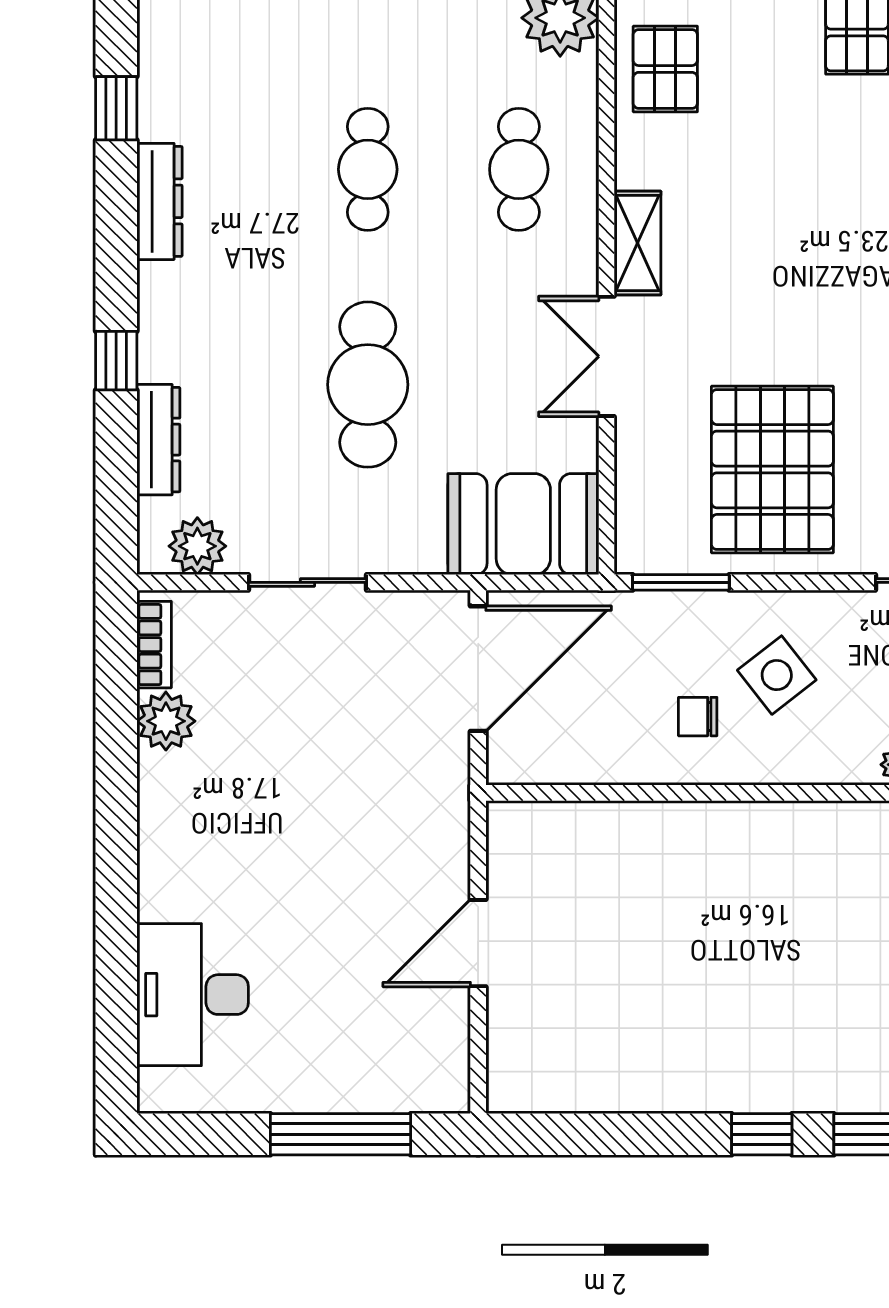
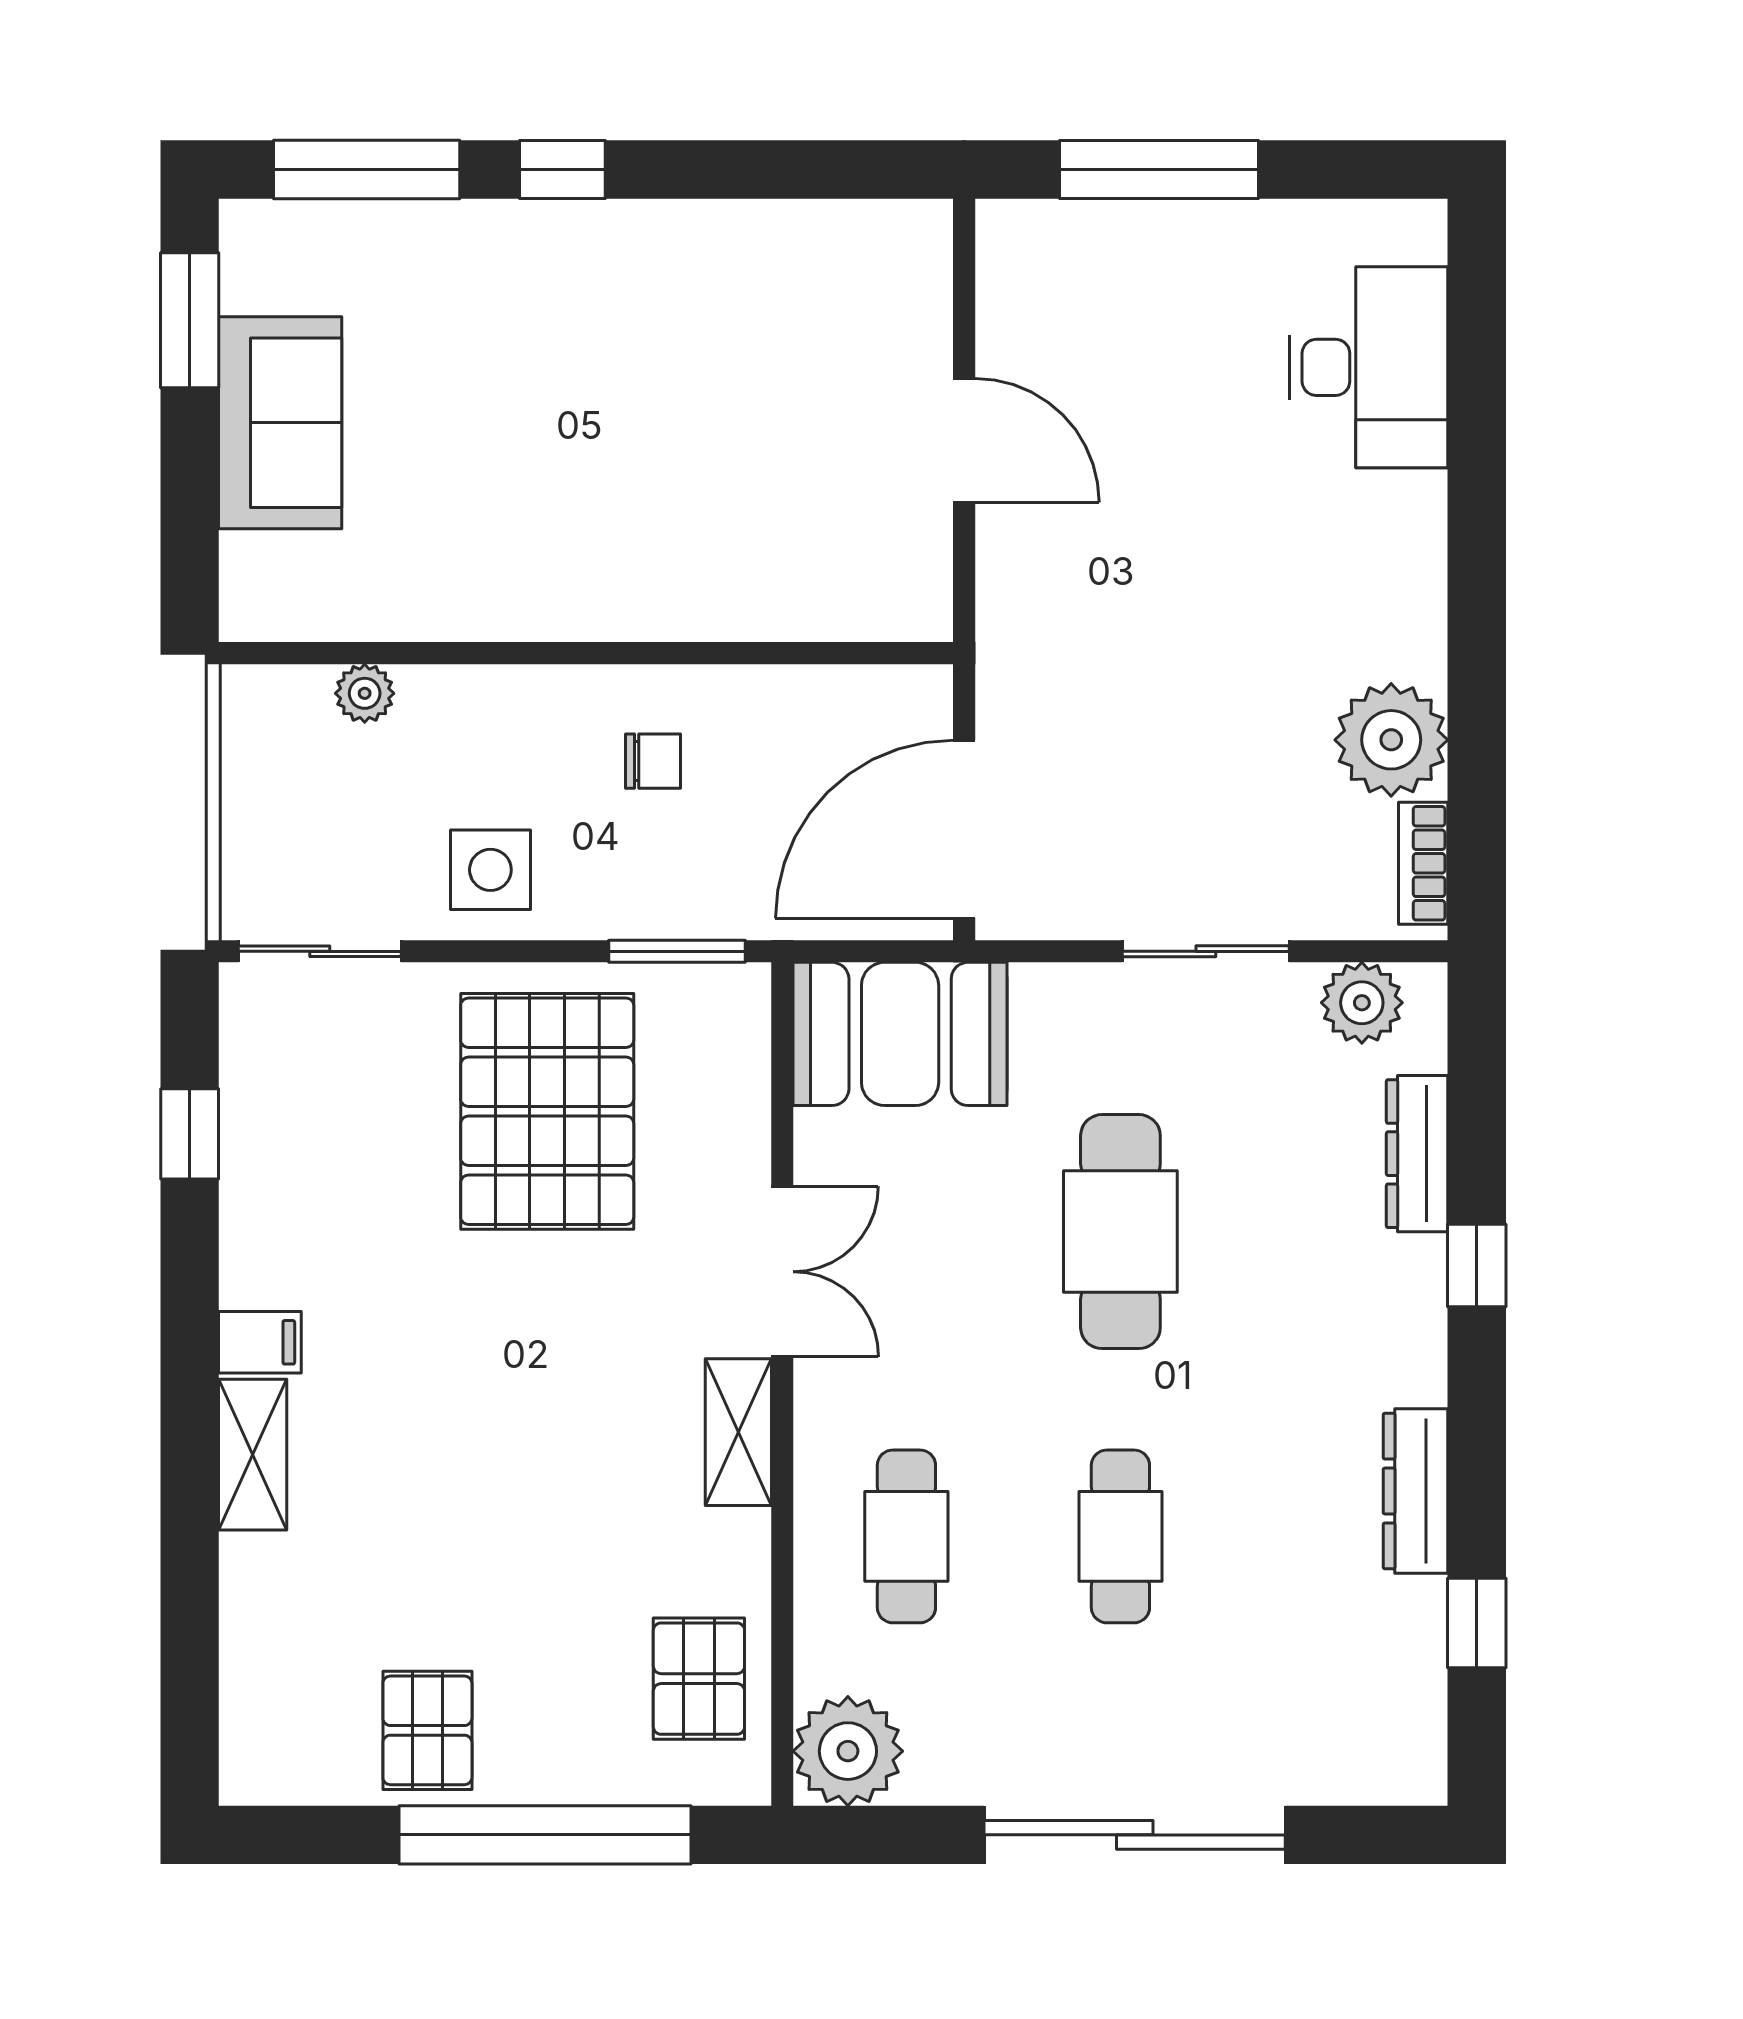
side table: (777, 675) -> (490, 870), moved, turned 38
plant: (166, 721) -> (1391, 740), width x1.36, depth x1.36
door: (478, 943) -> (964, 440), hinge flipped

